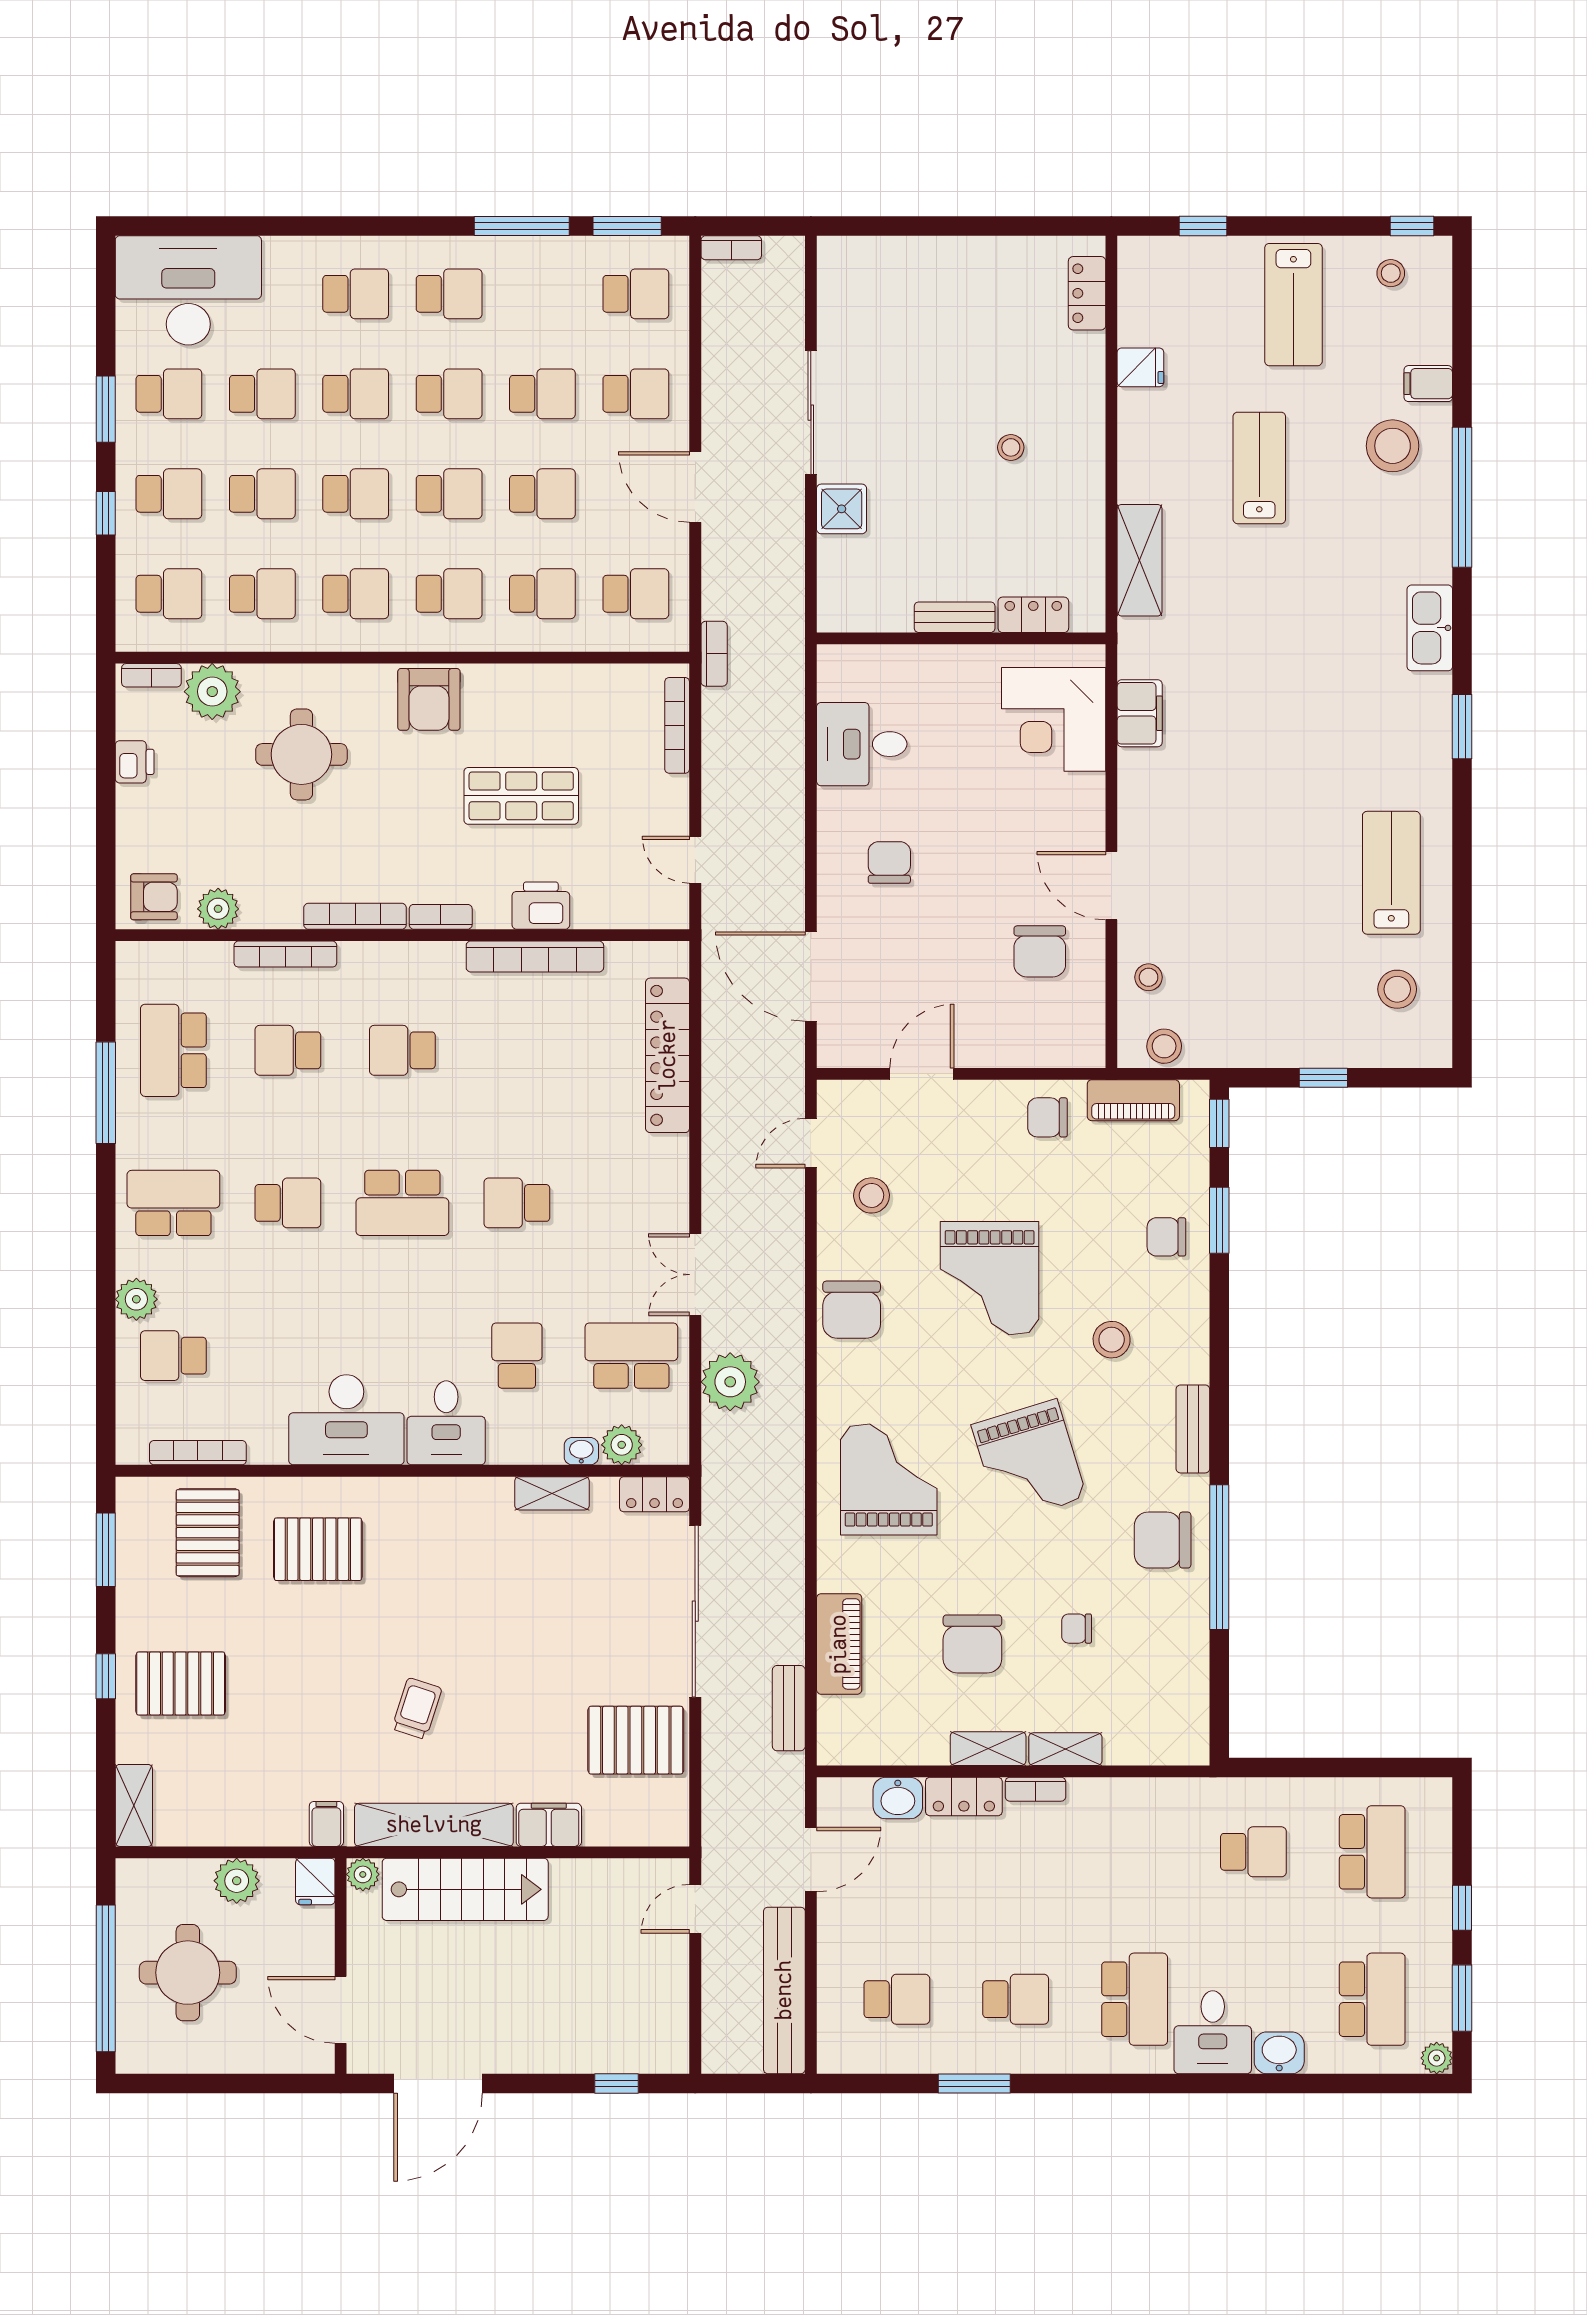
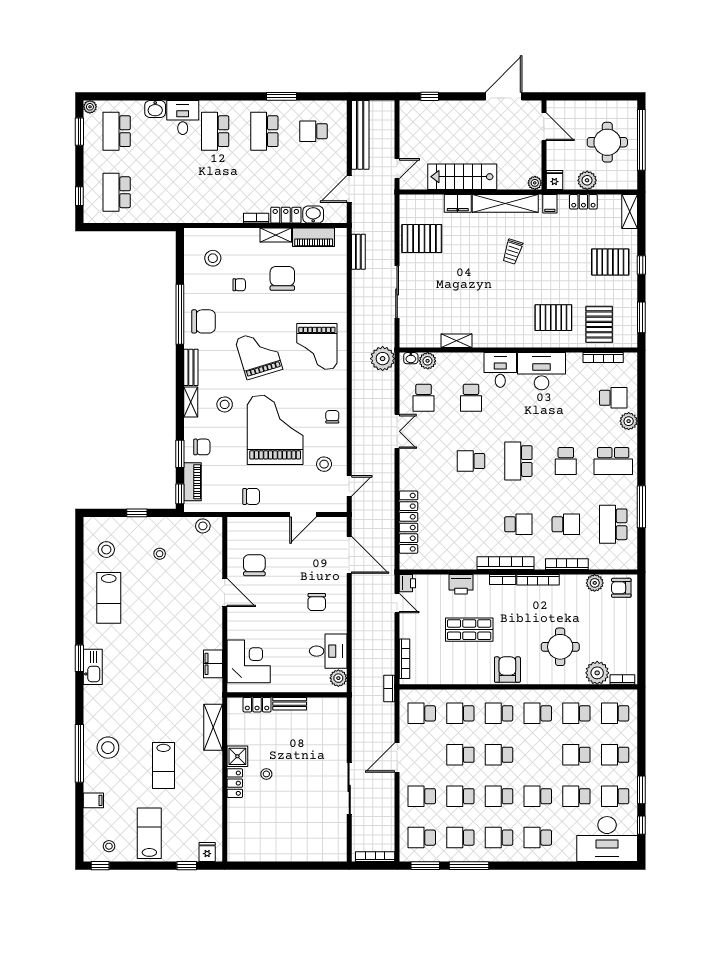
bookcase: (731, 248) -> (375, 857), width x1.56
locker: (1087, 293) -> (235, 783), moved
fridge: (1140, 367) -> (207, 852), moved, turned 90
stool: (1393, 446) -> (108, 748), moved
door: (695, 487) -> (397, 758), swing flipped
school desk: (356, 494) -> (460, 838), moved
shower: (842, 509) -> (237, 756), moved
window: (106, 513) -> (641, 825), moved
kitchen sink: (1430, 628) -> (93, 667), moved
plant: (837, 679) -> (338, 678), added
printer: (135, 762) -> (407, 583), moved, turned 180
bookcase: (535, 956) -> (506, 563), moved
stool: (1149, 977) -> (160, 554), moved
school desk: (173, 1050) -> (613, 524), turned 180
piano: (1133, 1100) -> (192, 482), moved, turned 90
school desk: (288, 1203) -> (566, 461), turned -90
school desk: (402, 1203) -> (518, 461), turned -90
school desk: (517, 1203) -> (471, 461), turned 180
grand piano: (990, 1278) -> (275, 430), width x1.37, depth x1.48
chair: (852, 1310) -> (332, 417), width x0.54, depth x0.54
school desk: (631, 1356) -> (424, 398), width x0.54
plant: (730, 1382) -> (383, 359), moved
washbasin: (581, 1451) -> (411, 358), moved
locker: (654, 1494) -> (583, 202), moved, turned 180
sliding door: (695, 1611) -> (397, 292), width x0.73
piano: (839, 1644) -> (314, 237), moved, turned -90
stool: (1140, 1693) -> (213, 258), added
shelving: (1065, 1749) -> (191, 402), moved, turned 90
school desk: (1253, 1852) -> (166, 192), removed
stairs: (465, 1889) -> (462, 177), moved
window: (1462, 1908) -> (79, 196), moved
school desk: (1016, 1999) -> (264, 131), width x1.85

